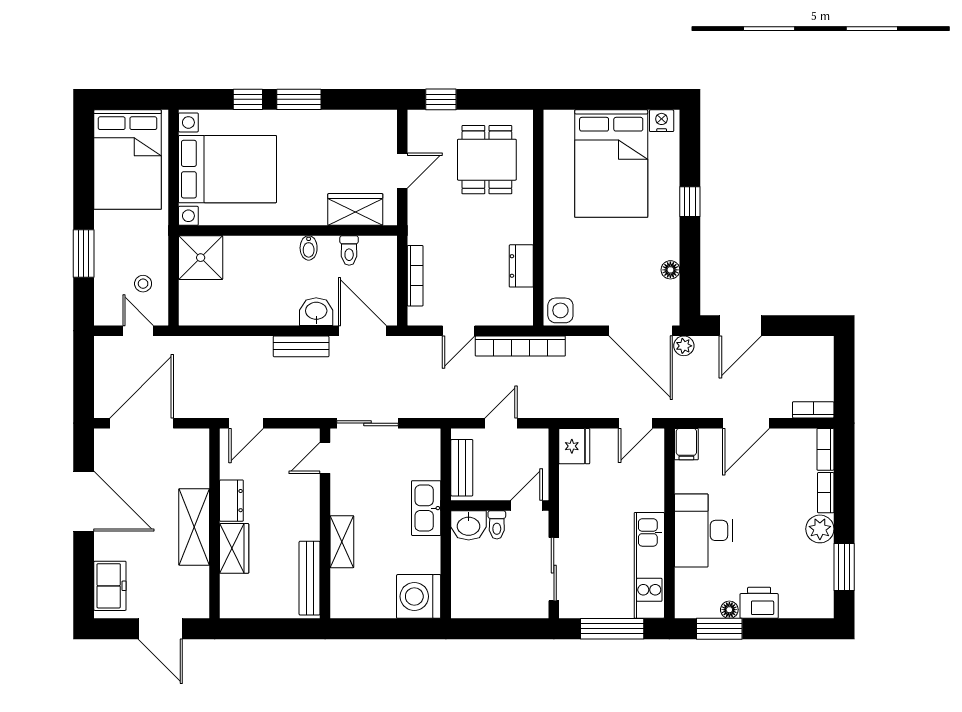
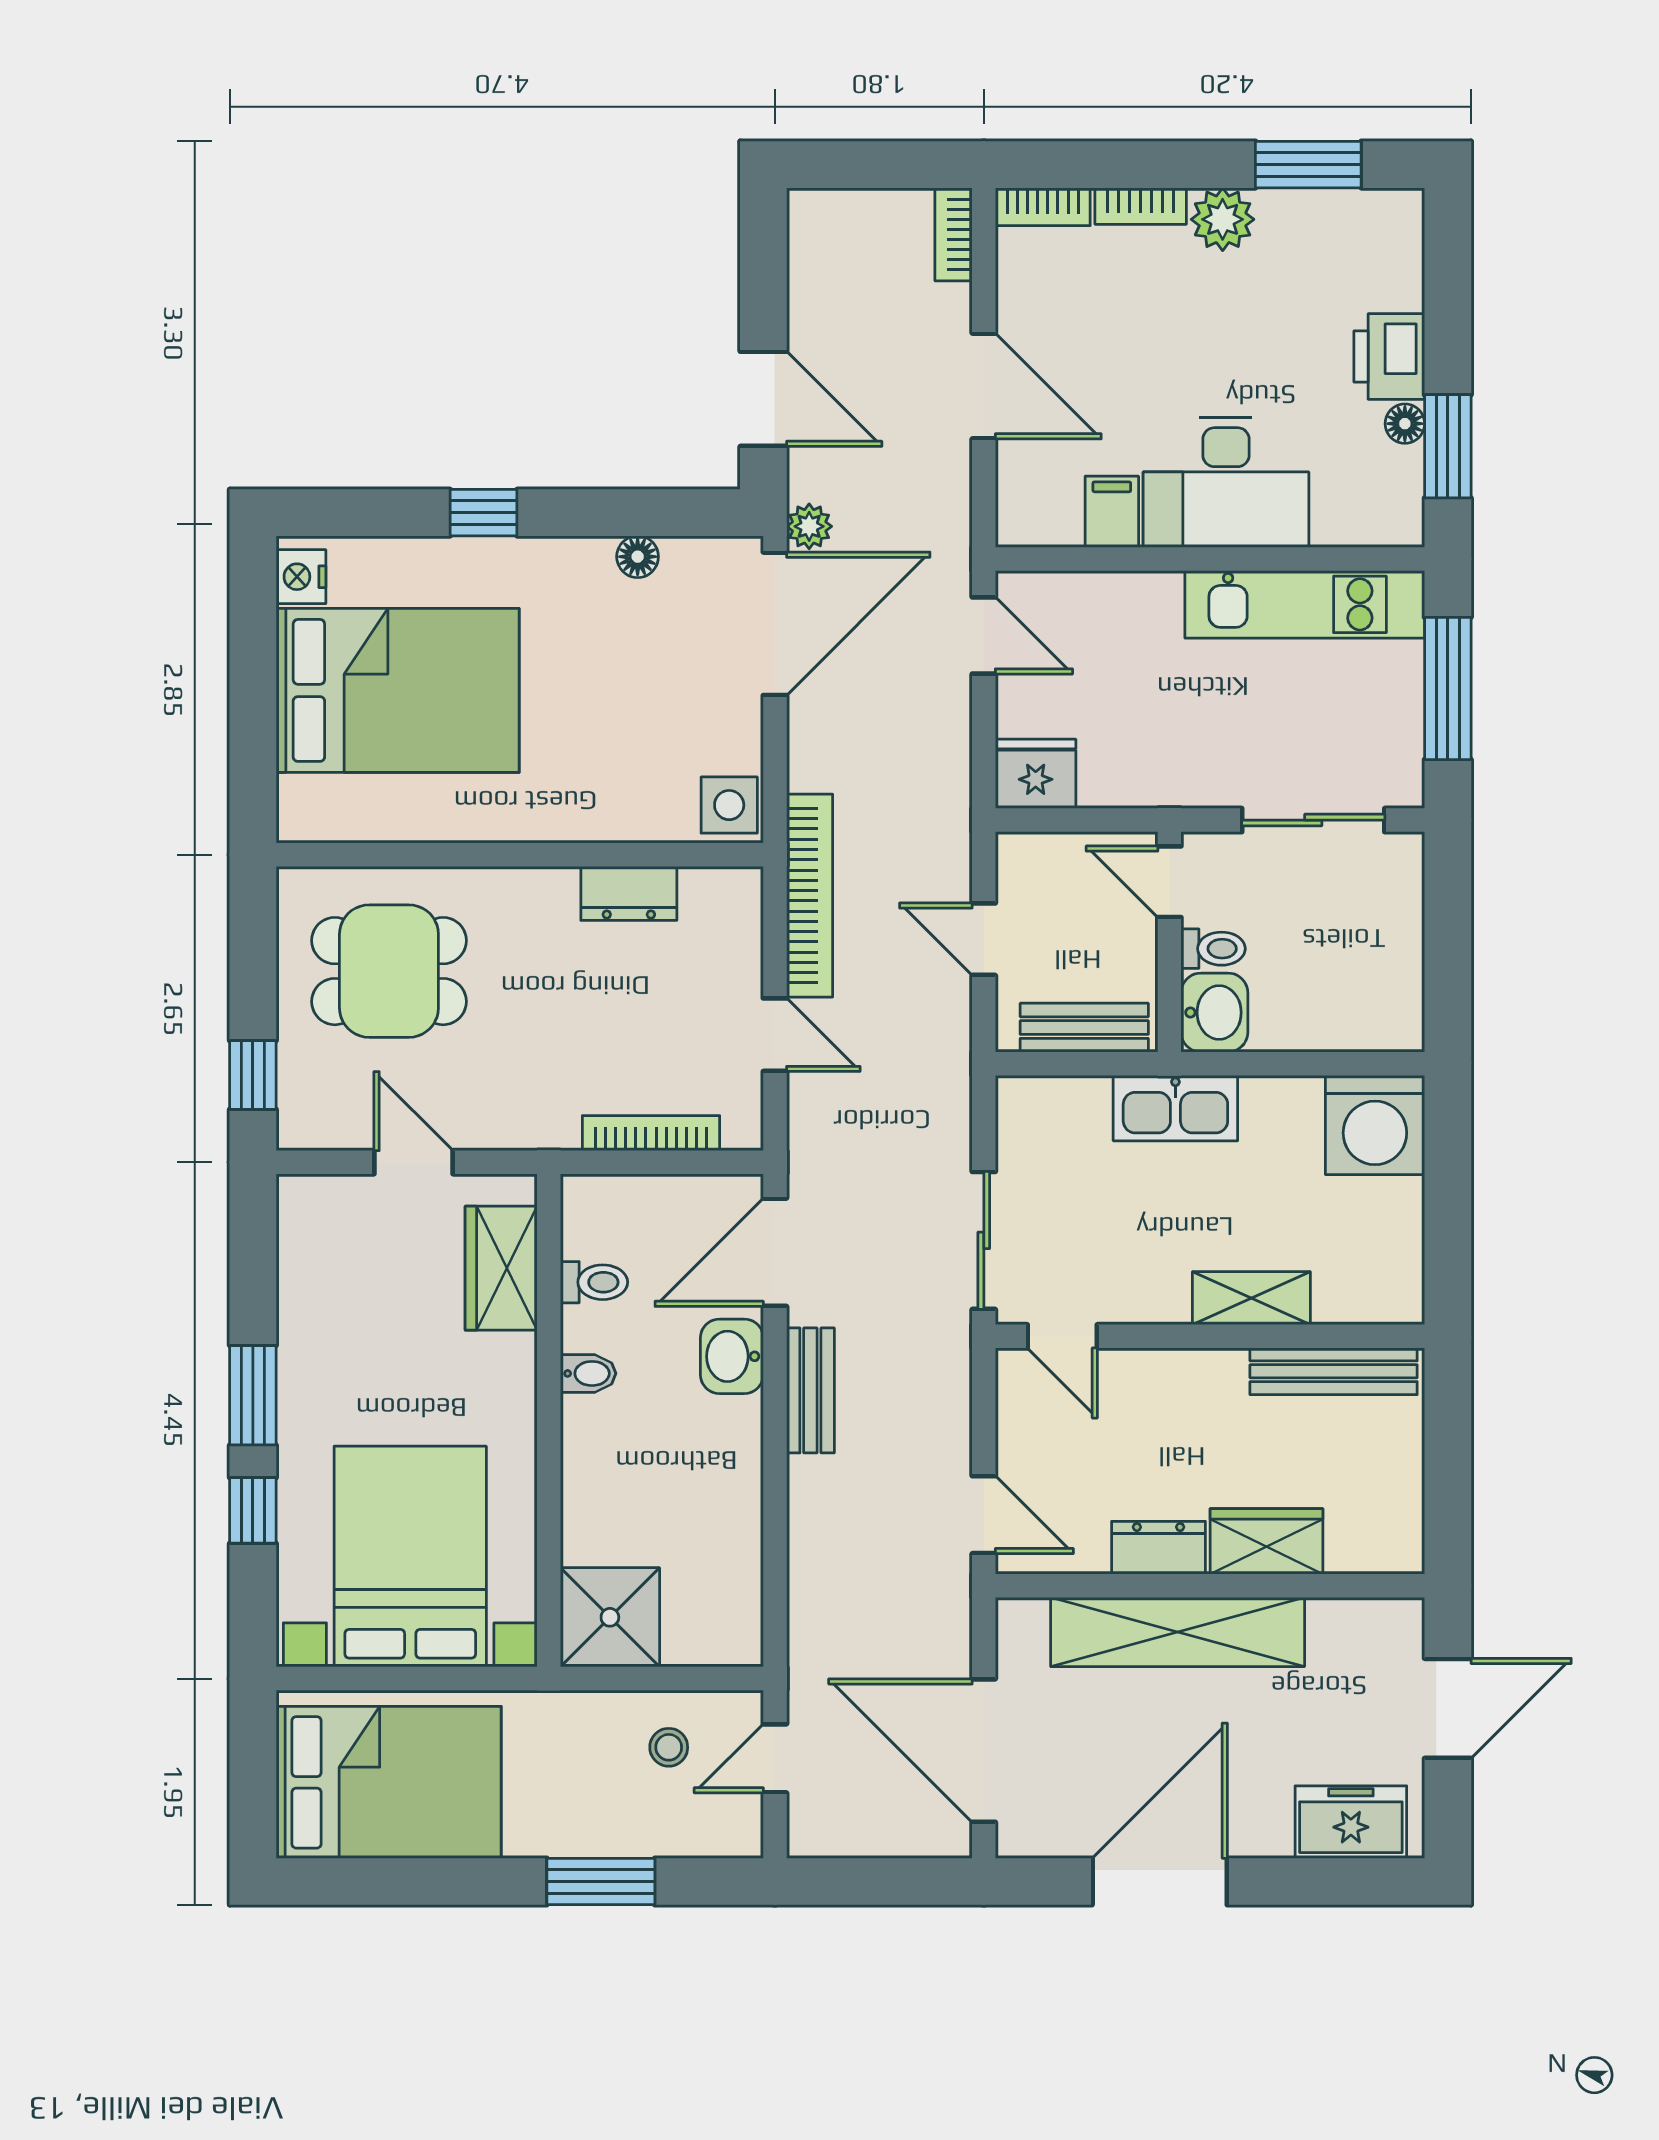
filing cabinet: (686, 444) -> (1112, 512), moved, turned -90
shelving: (194, 527) -> (1178, 1632), width x1.47

